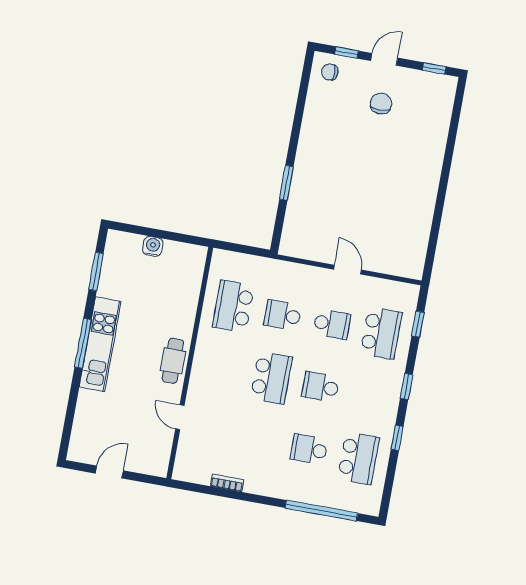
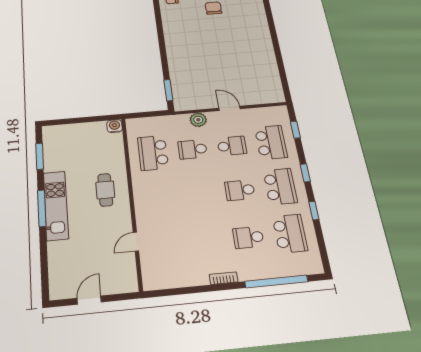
window: (286, 183) -> (168, 90), moved
water cooler: (153, 246) -> (115, 126), moved
plant: (303, 275) -> (198, 120), added
cafe table: (173, 361) -> (105, 190), moved
school desk: (271, 378) -> (280, 186), moved
door: (180, 417) -> (136, 242), hinge flipped
bookcase: (227, 483) -> (224, 278), moved

